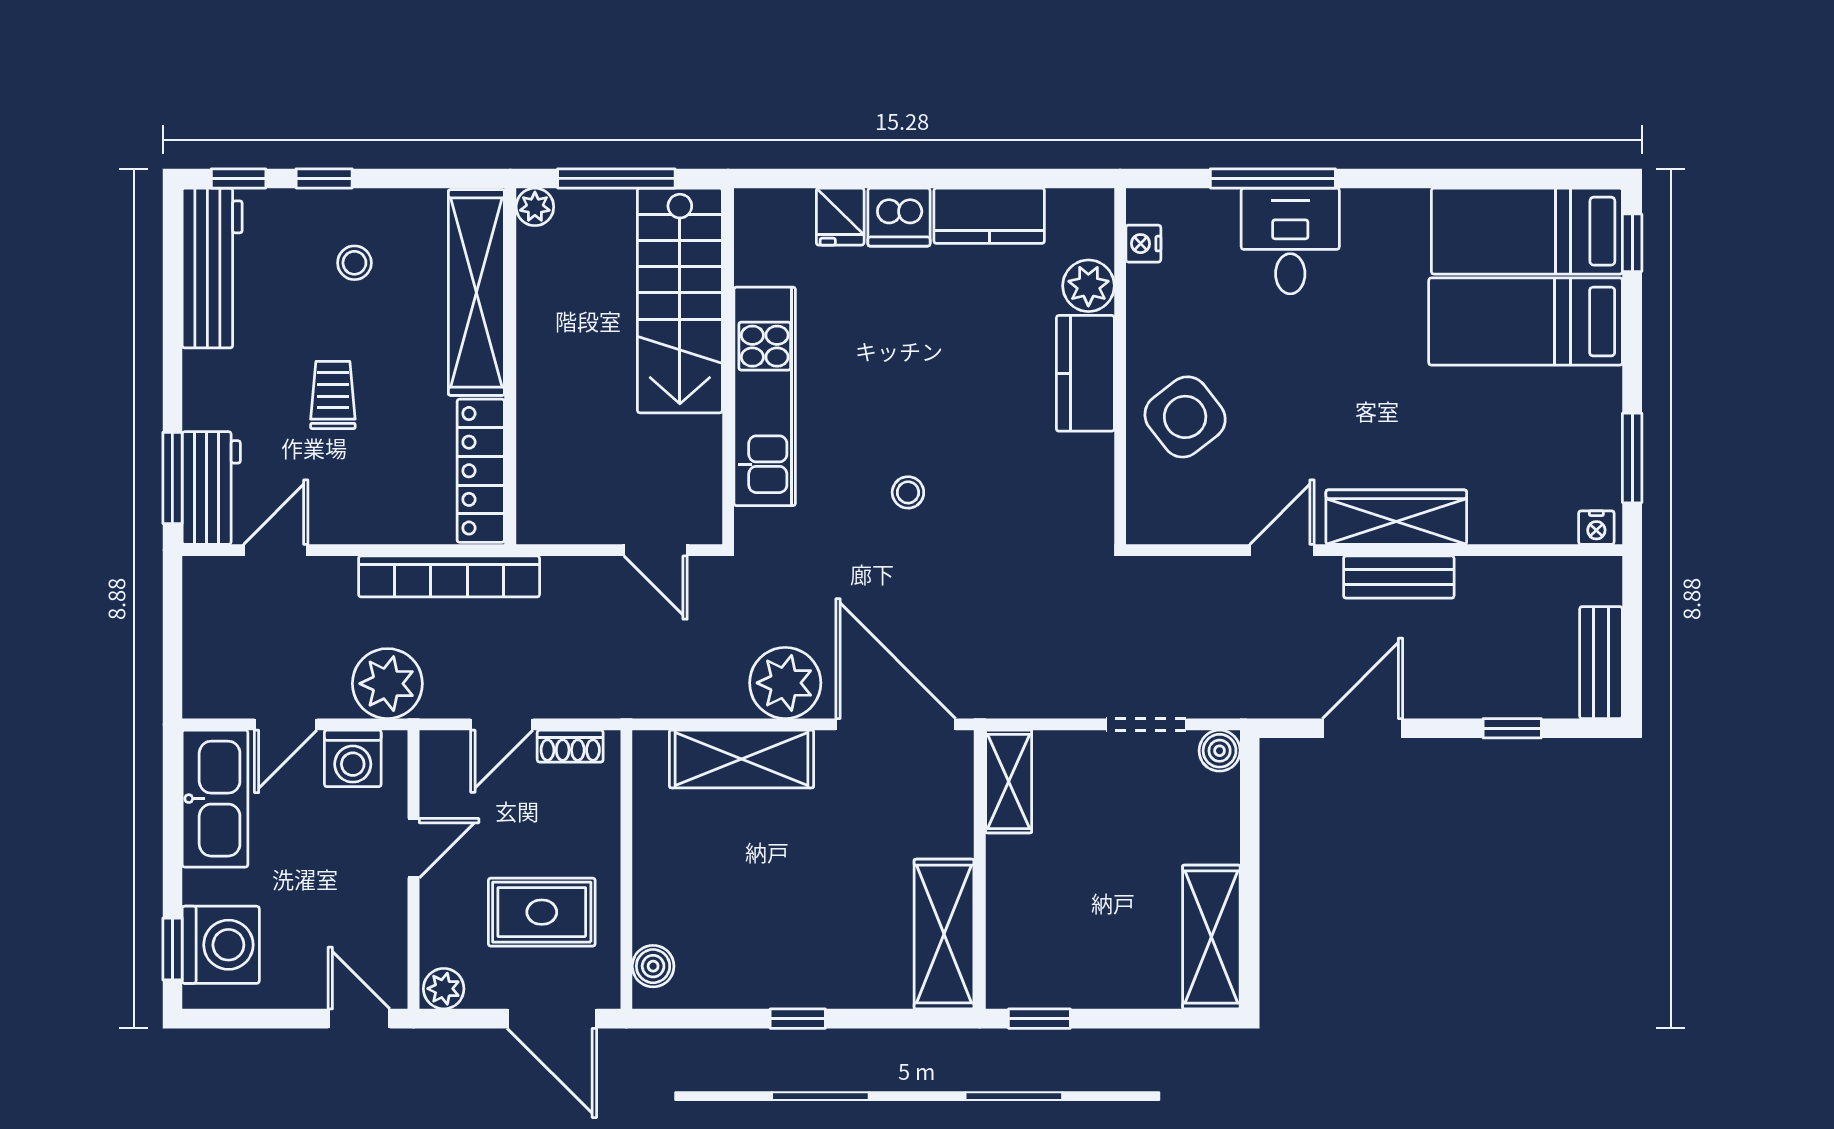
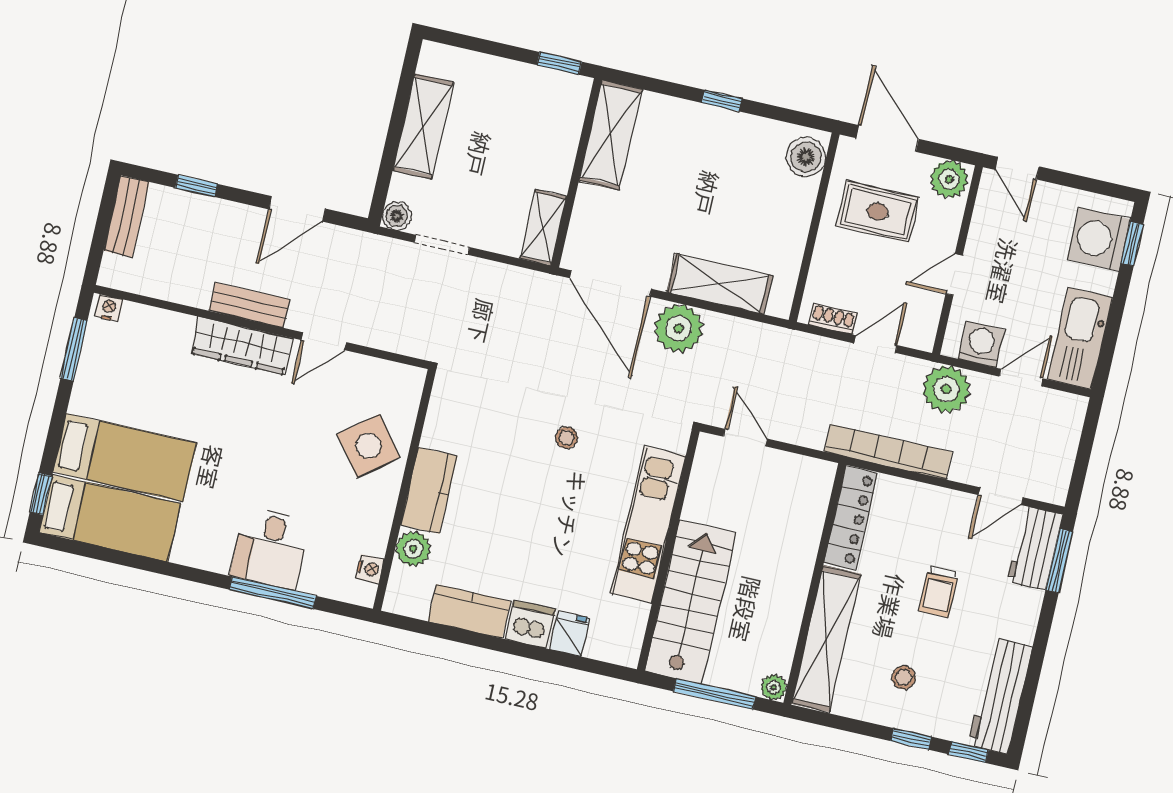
shelving: (1211, 937) -> (423, 126), moved
boiler: (653, 966) -> (806, 157), width x1.36, depth x1.36
plant: (444, 989) -> (949, 179), width x1.38, depth x1.38

